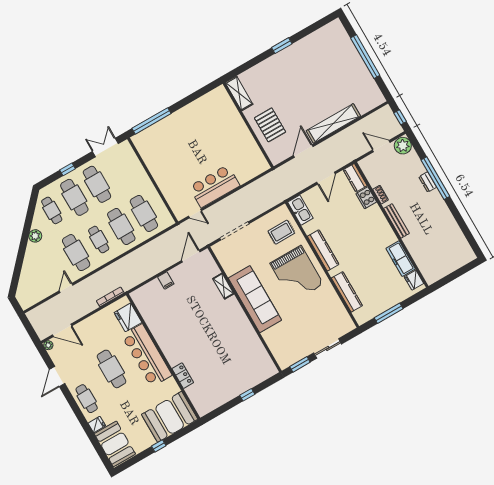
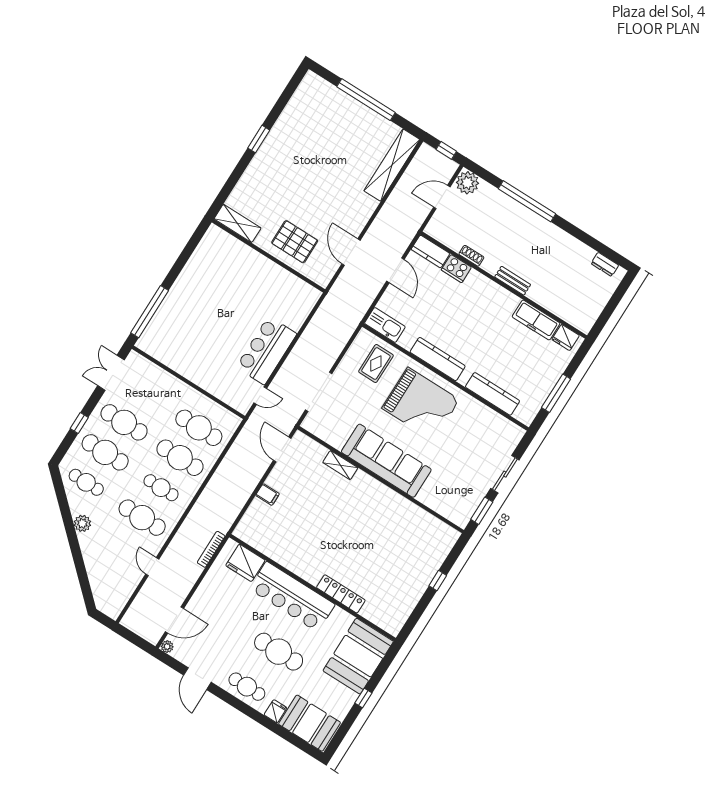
shelving: (333, 123) -> (392, 165), moved
dresser: (428, 182) -> (605, 264), moved
bench: (396, 221) -> (513, 281), width x0.73
cafe table: (112, 369) -> (279, 652), moved
locker: (183, 376) -> (341, 594), width x1.53

